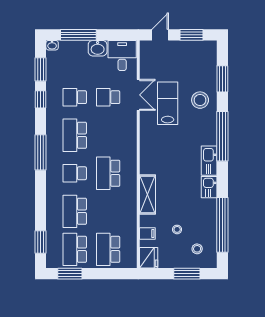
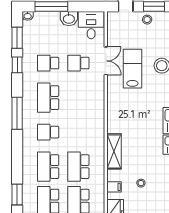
school desk: (108, 173) -> (78, 167), moved
stool: (197, 249) -> (147, 20), moved

